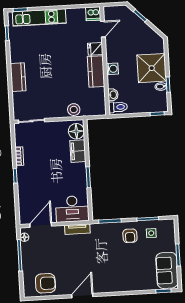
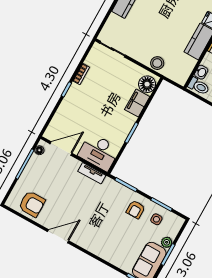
plant: (171, 246) -> (167, 242), added

